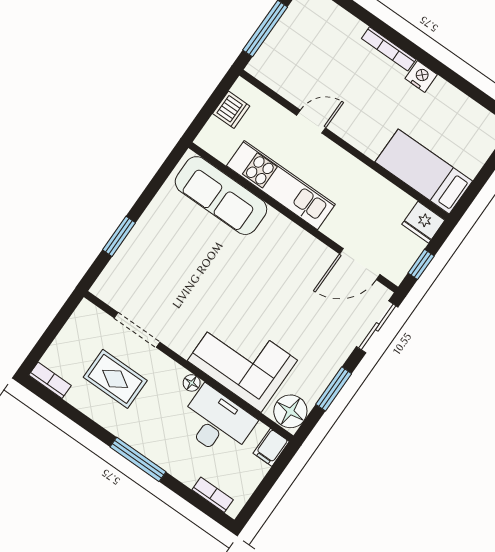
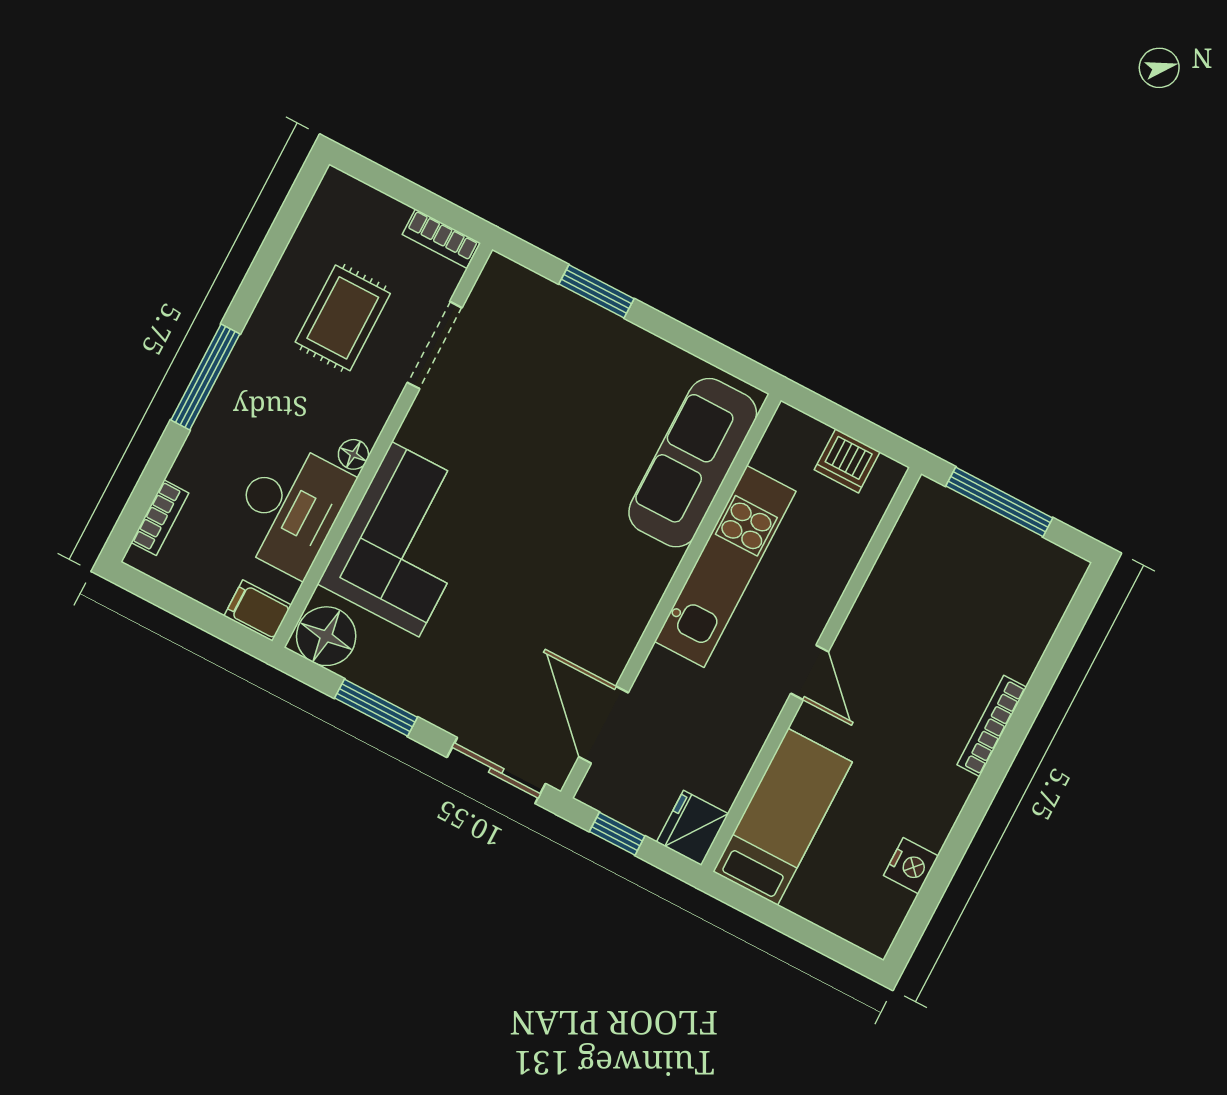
nightstand: (421, 76) -> (911, 866), moved
door: (311, 122) -> (810, 672), moved
bookcase: (50, 380) -> (441, 239), moved, turned 90

